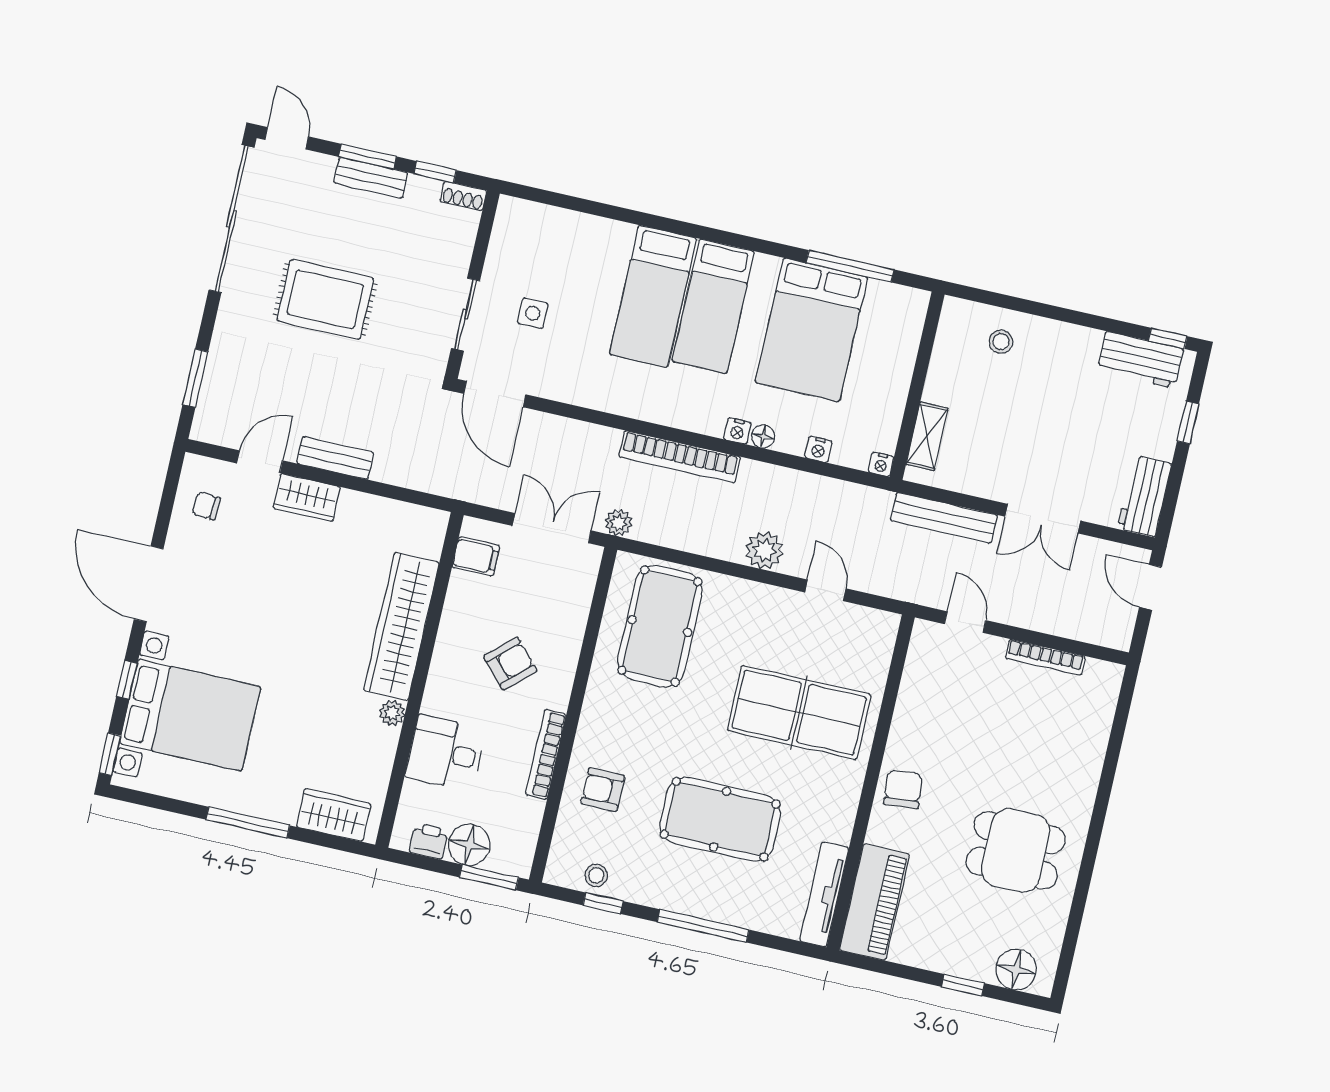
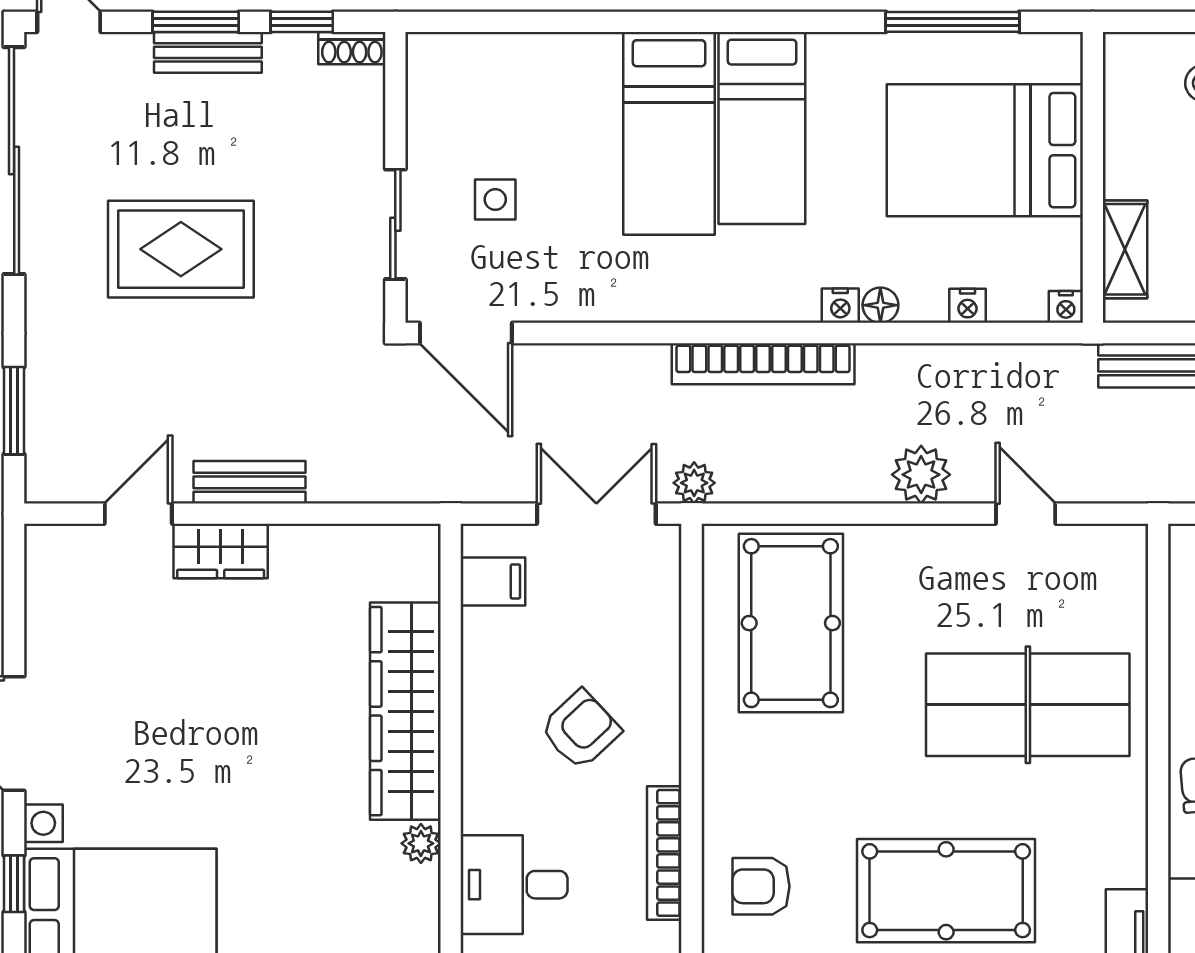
bed: (811, 330) -> (985, 150), moved, turned 90
chair: (206, 506) -> (74, 597), removed

